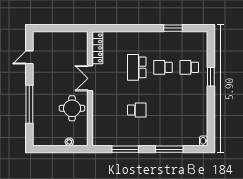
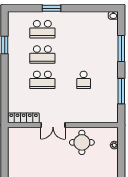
school desk: (163, 67) -> (42, 55), width x1.85
school desk: (189, 67) -> (42, 29), width x1.85
school desk: (137, 110) -> (84, 80), turned 180

